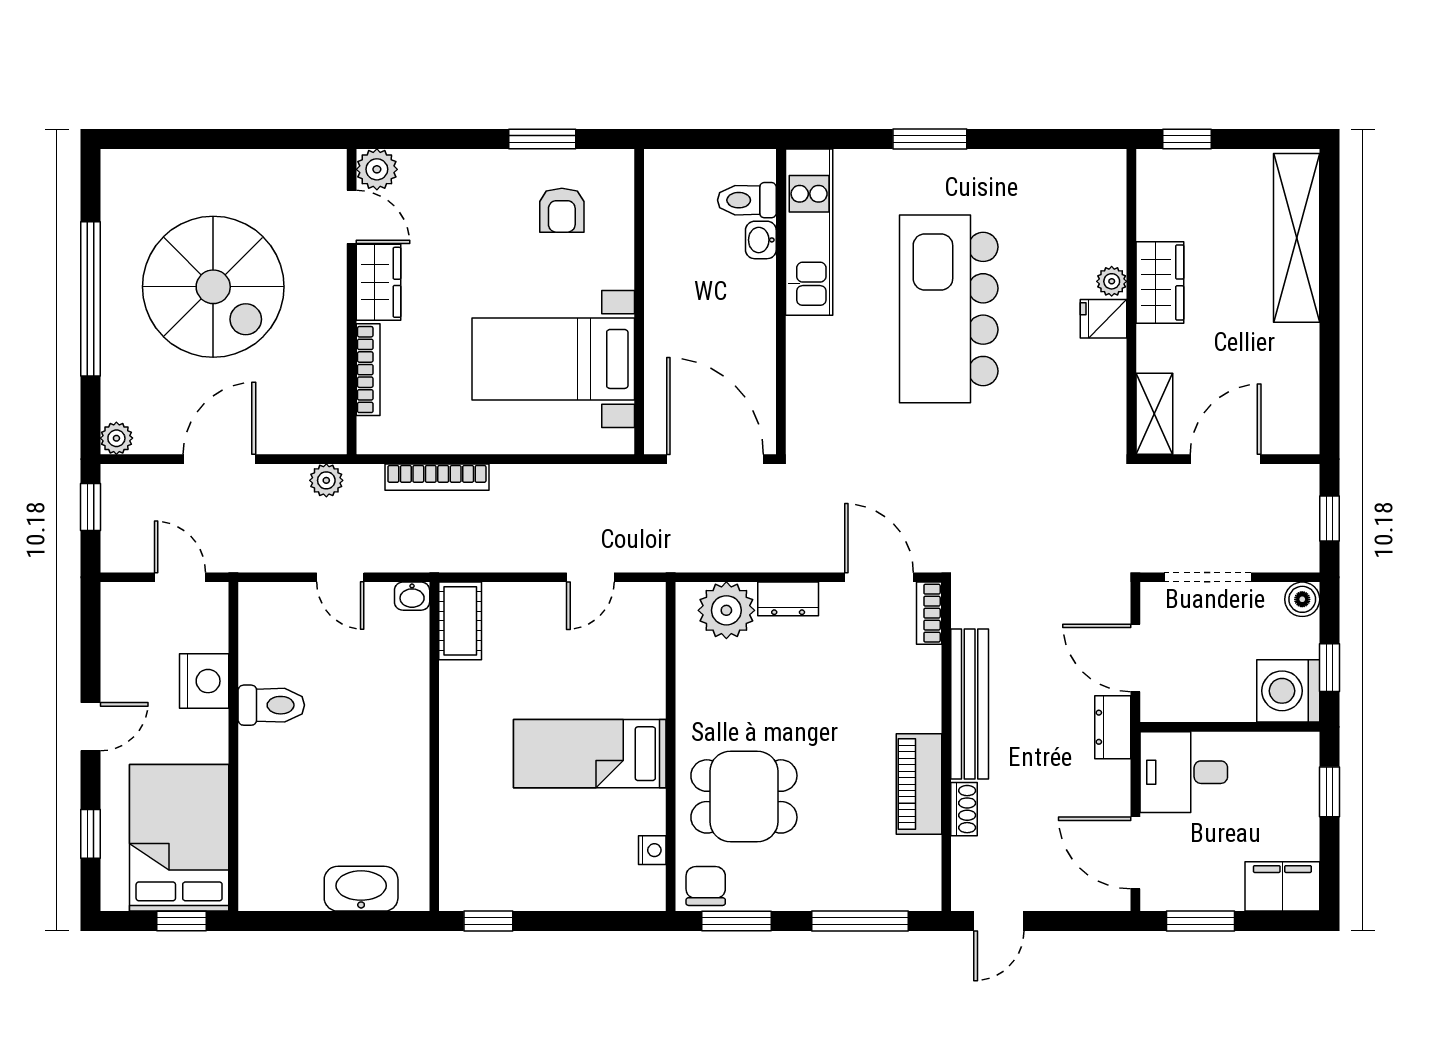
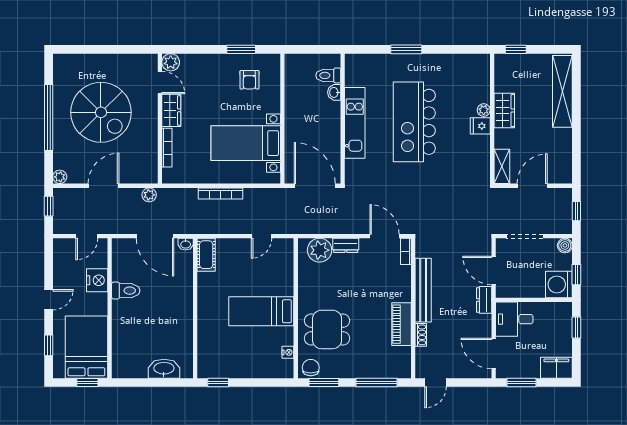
kitchen unit: (809, 232) -> (355, 123), moved
bookcase: (437, 477) -> (220, 193), moved
door: (180, 577) -> (87, 236), swing flipped
door: (340, 577) -> (155, 236), width x1.87

